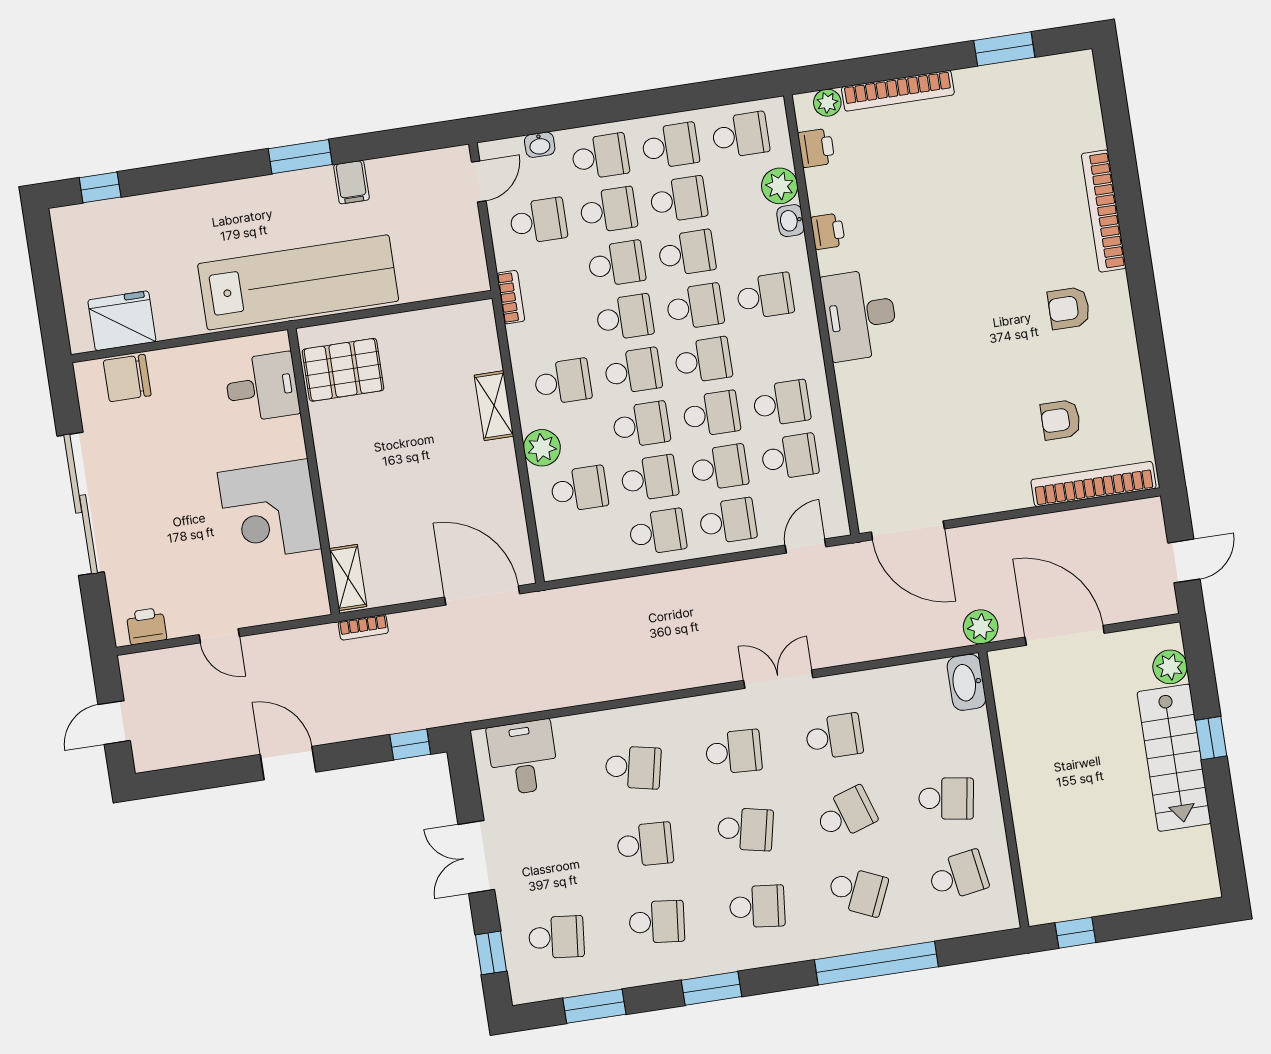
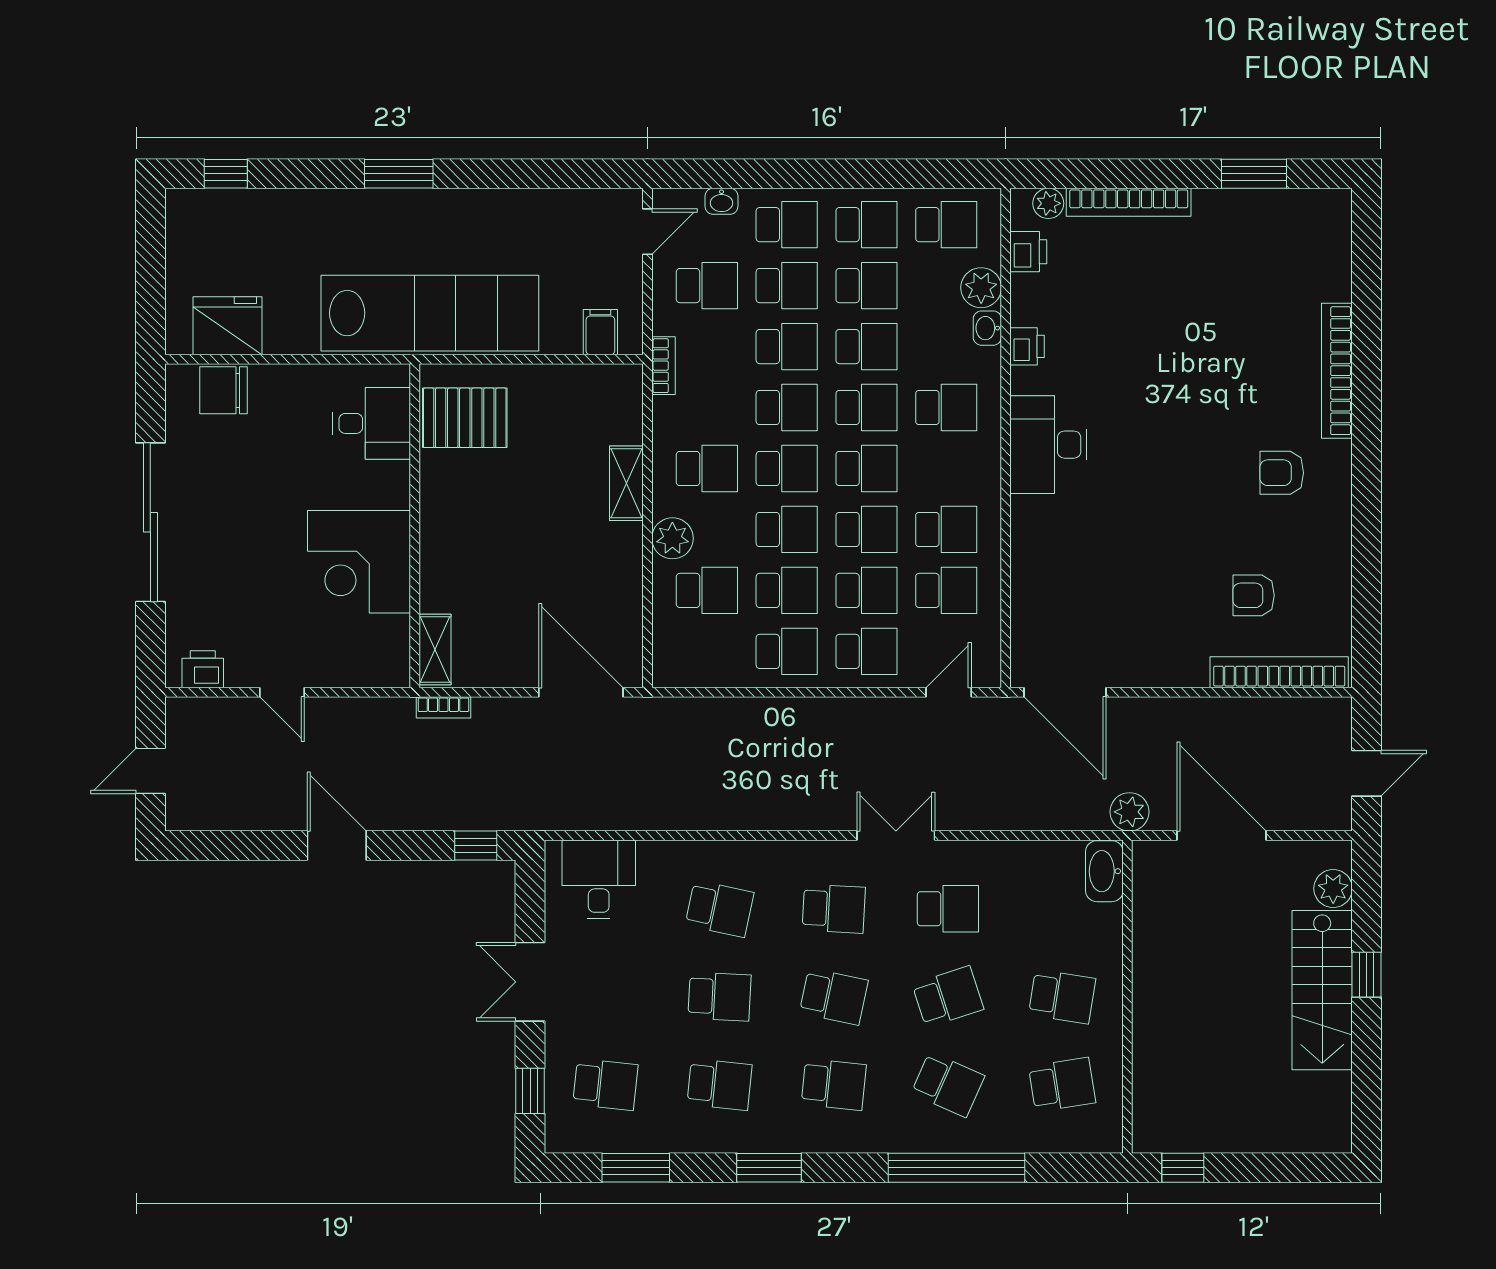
window: (300, 157) -> (399, 174), moved
filing cabinet: (352, 182) -> (600, 332), moved, turned 180

